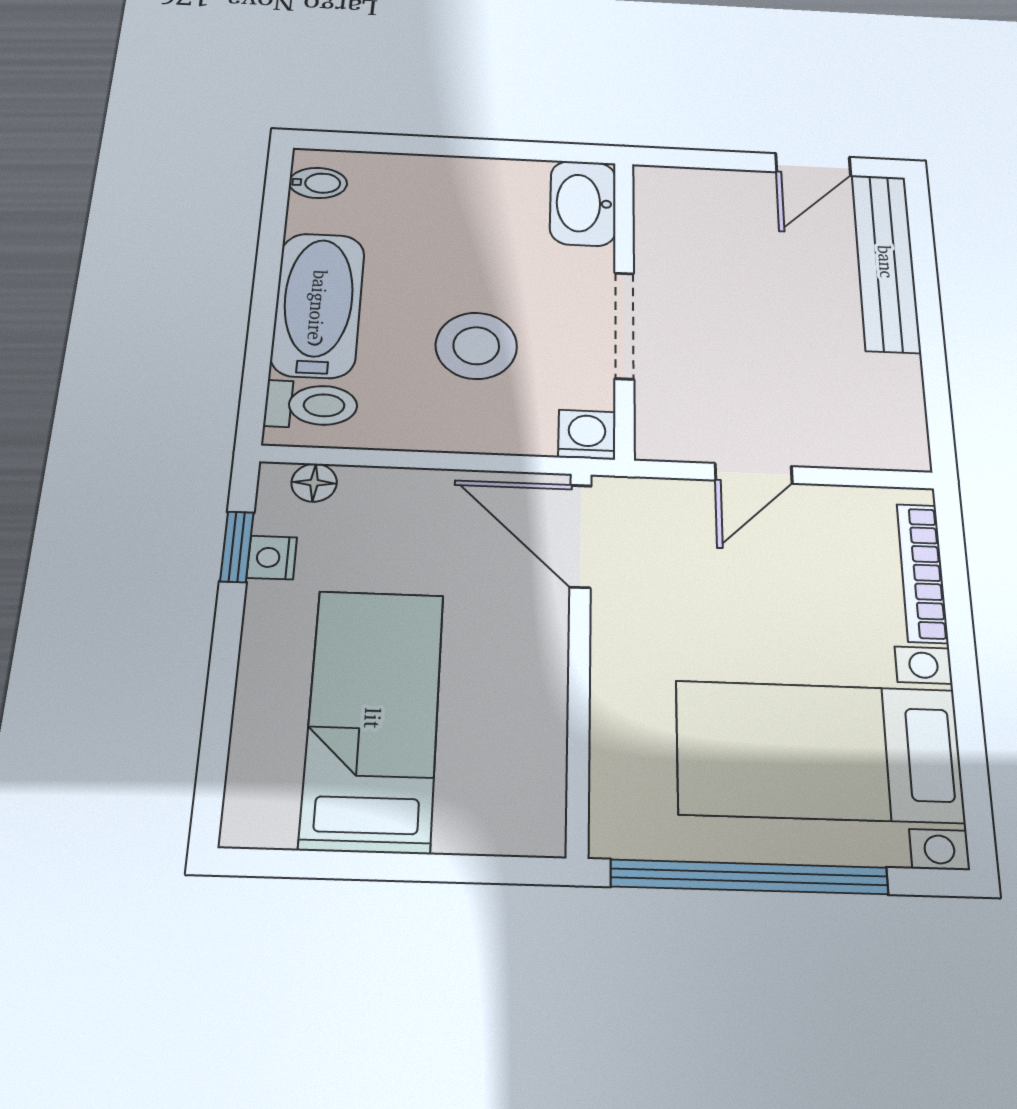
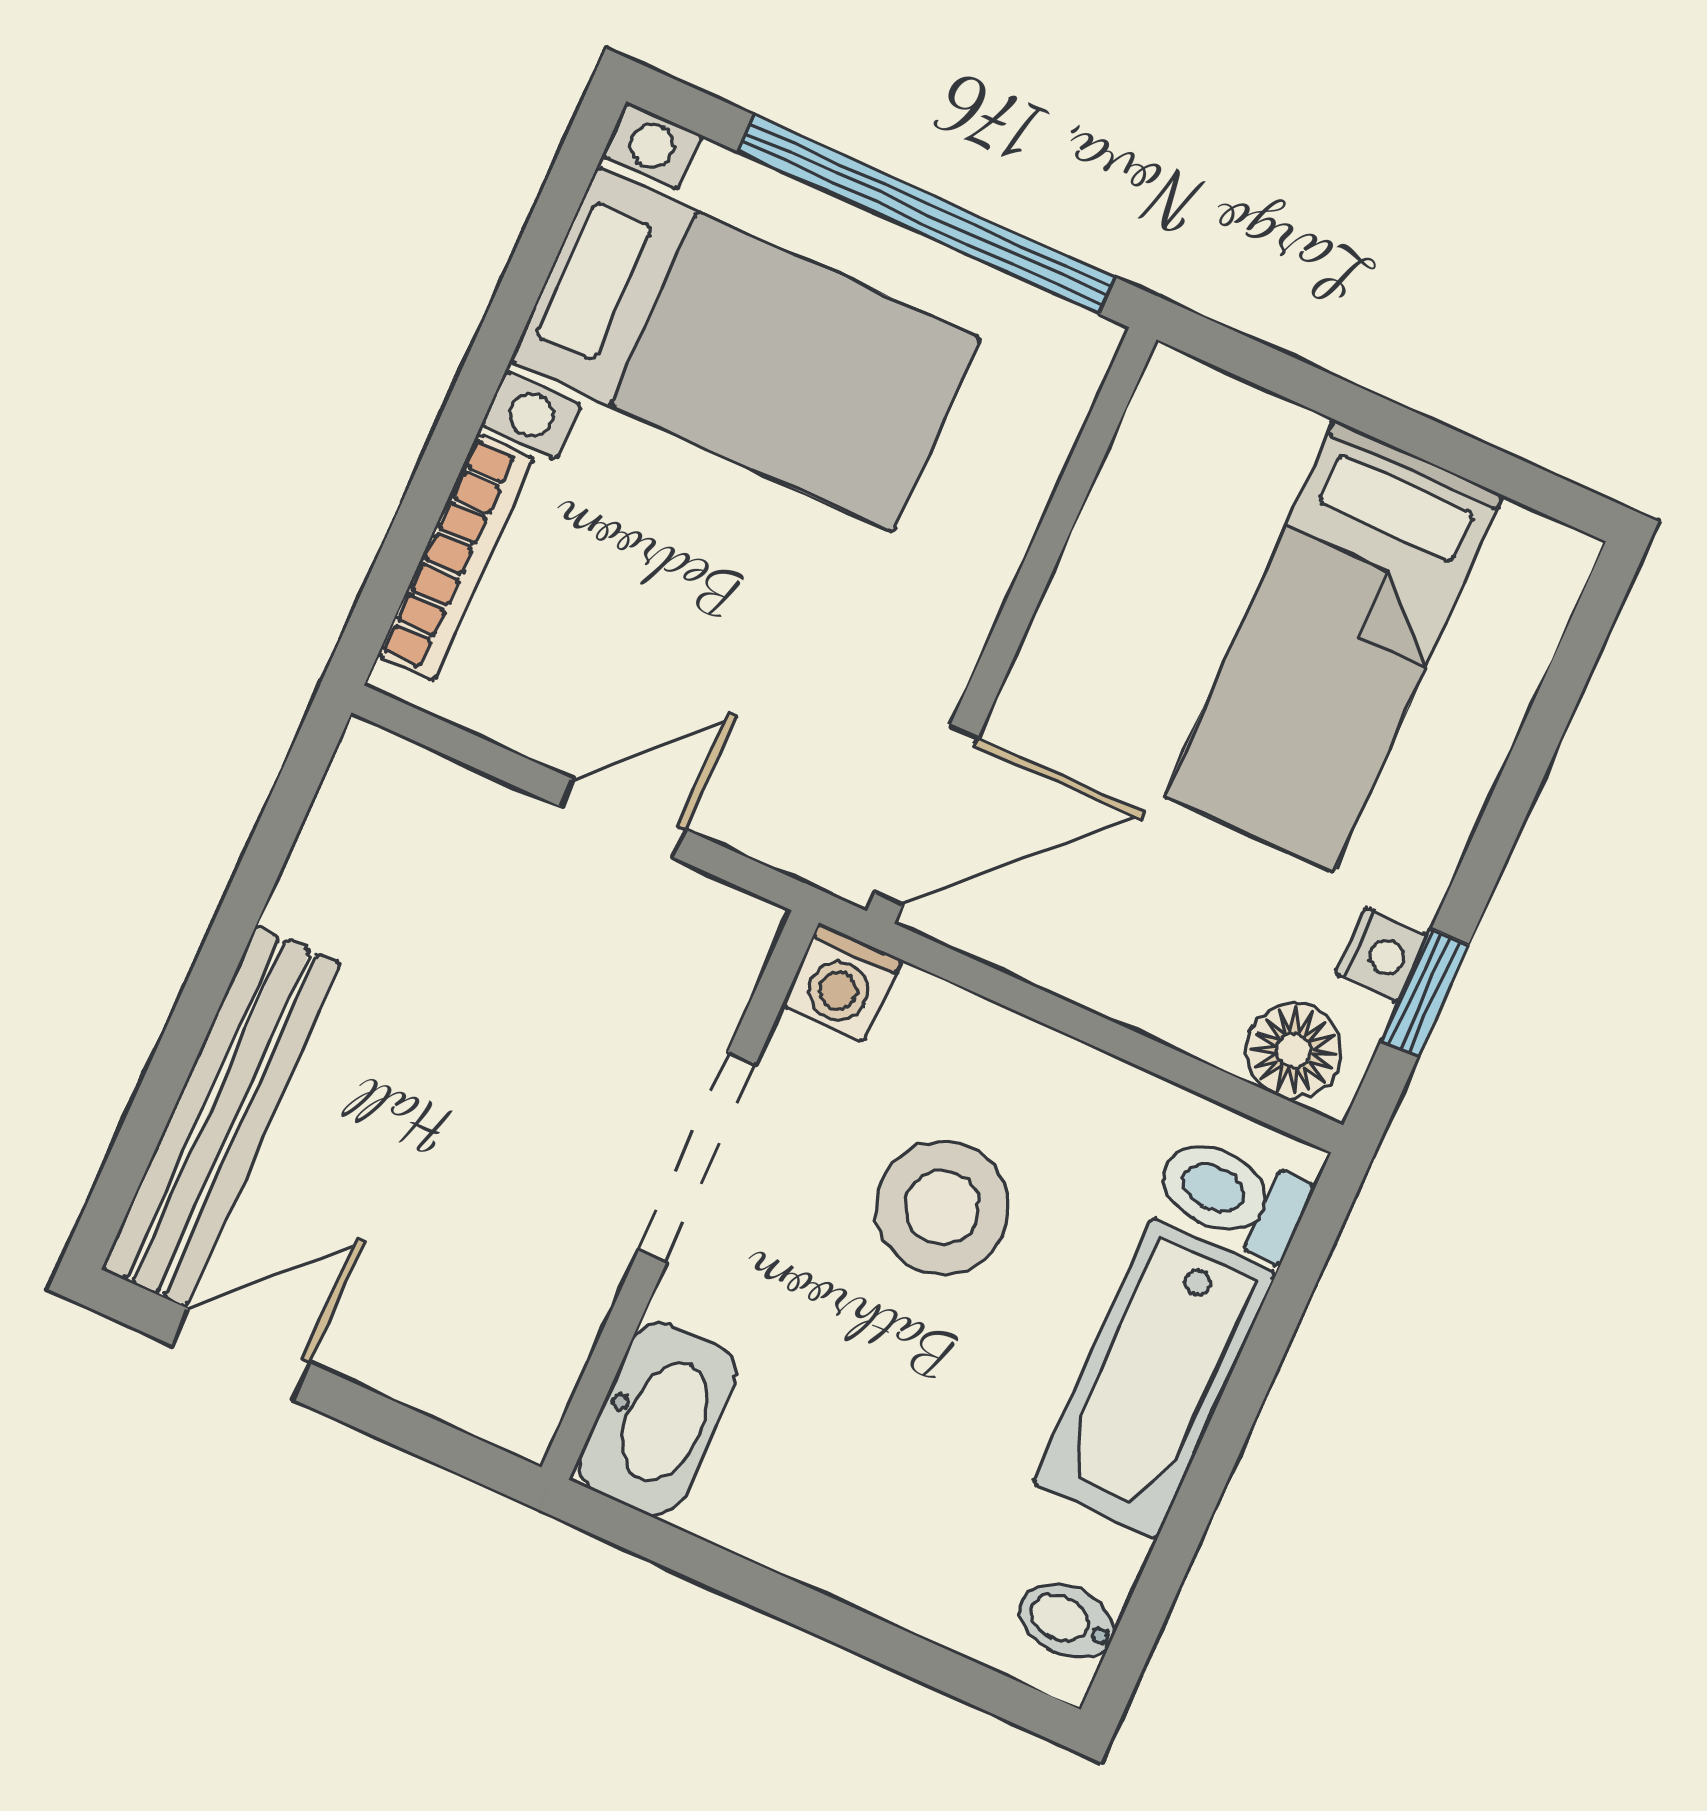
floor lamp: (314, 483) -> (1294, 1051), width x1.37, depth x1.37
door: (581, 536) -> (927, 815), hinge flipped

